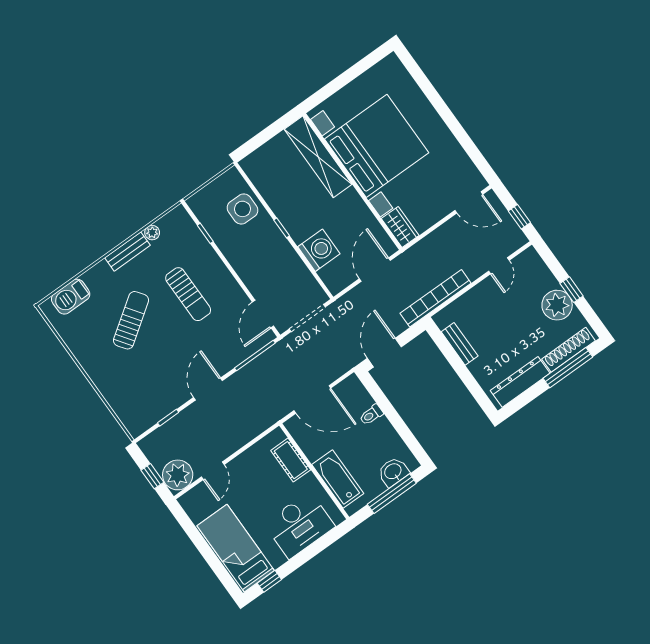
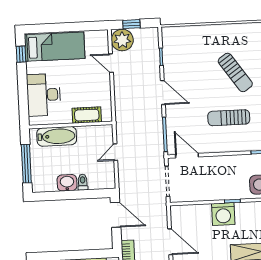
washing machine: (319, 250) -> (223, 214), moved
door: (312, 399) -> (115, 152), width x0.53
washbasin: (393, 472) -> (67, 183), moved, turned -90

